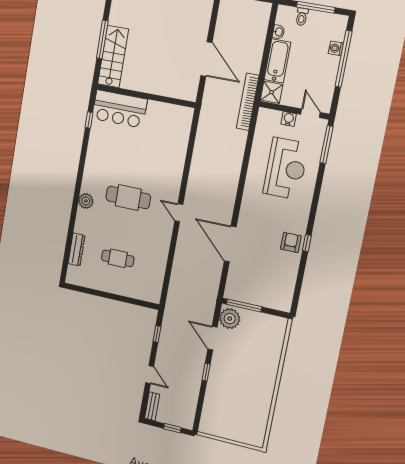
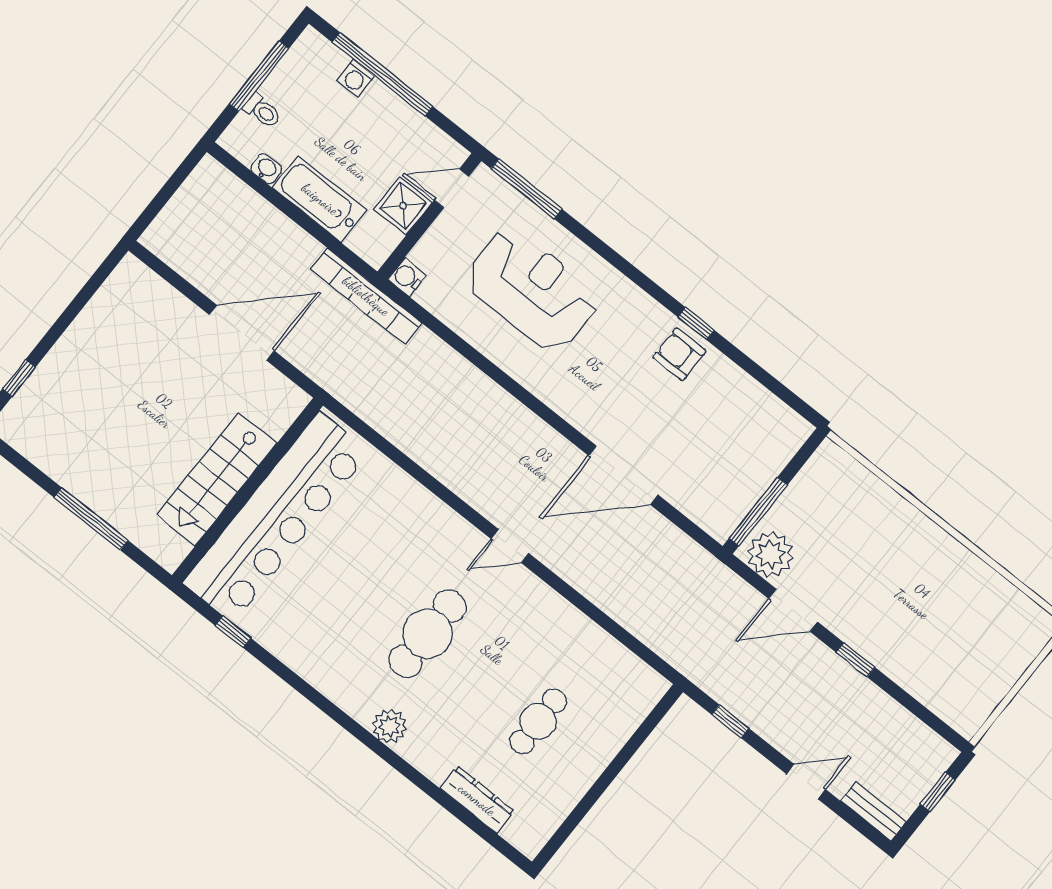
stairs: (113, 57) -> (217, 479), moved, turned -90
shower: (272, 92) -> (403, 206), moved
bar counter: (120, 109) -> (276, 517), width x1.86
water cooler: (289, 119) -> (407, 277), moved

